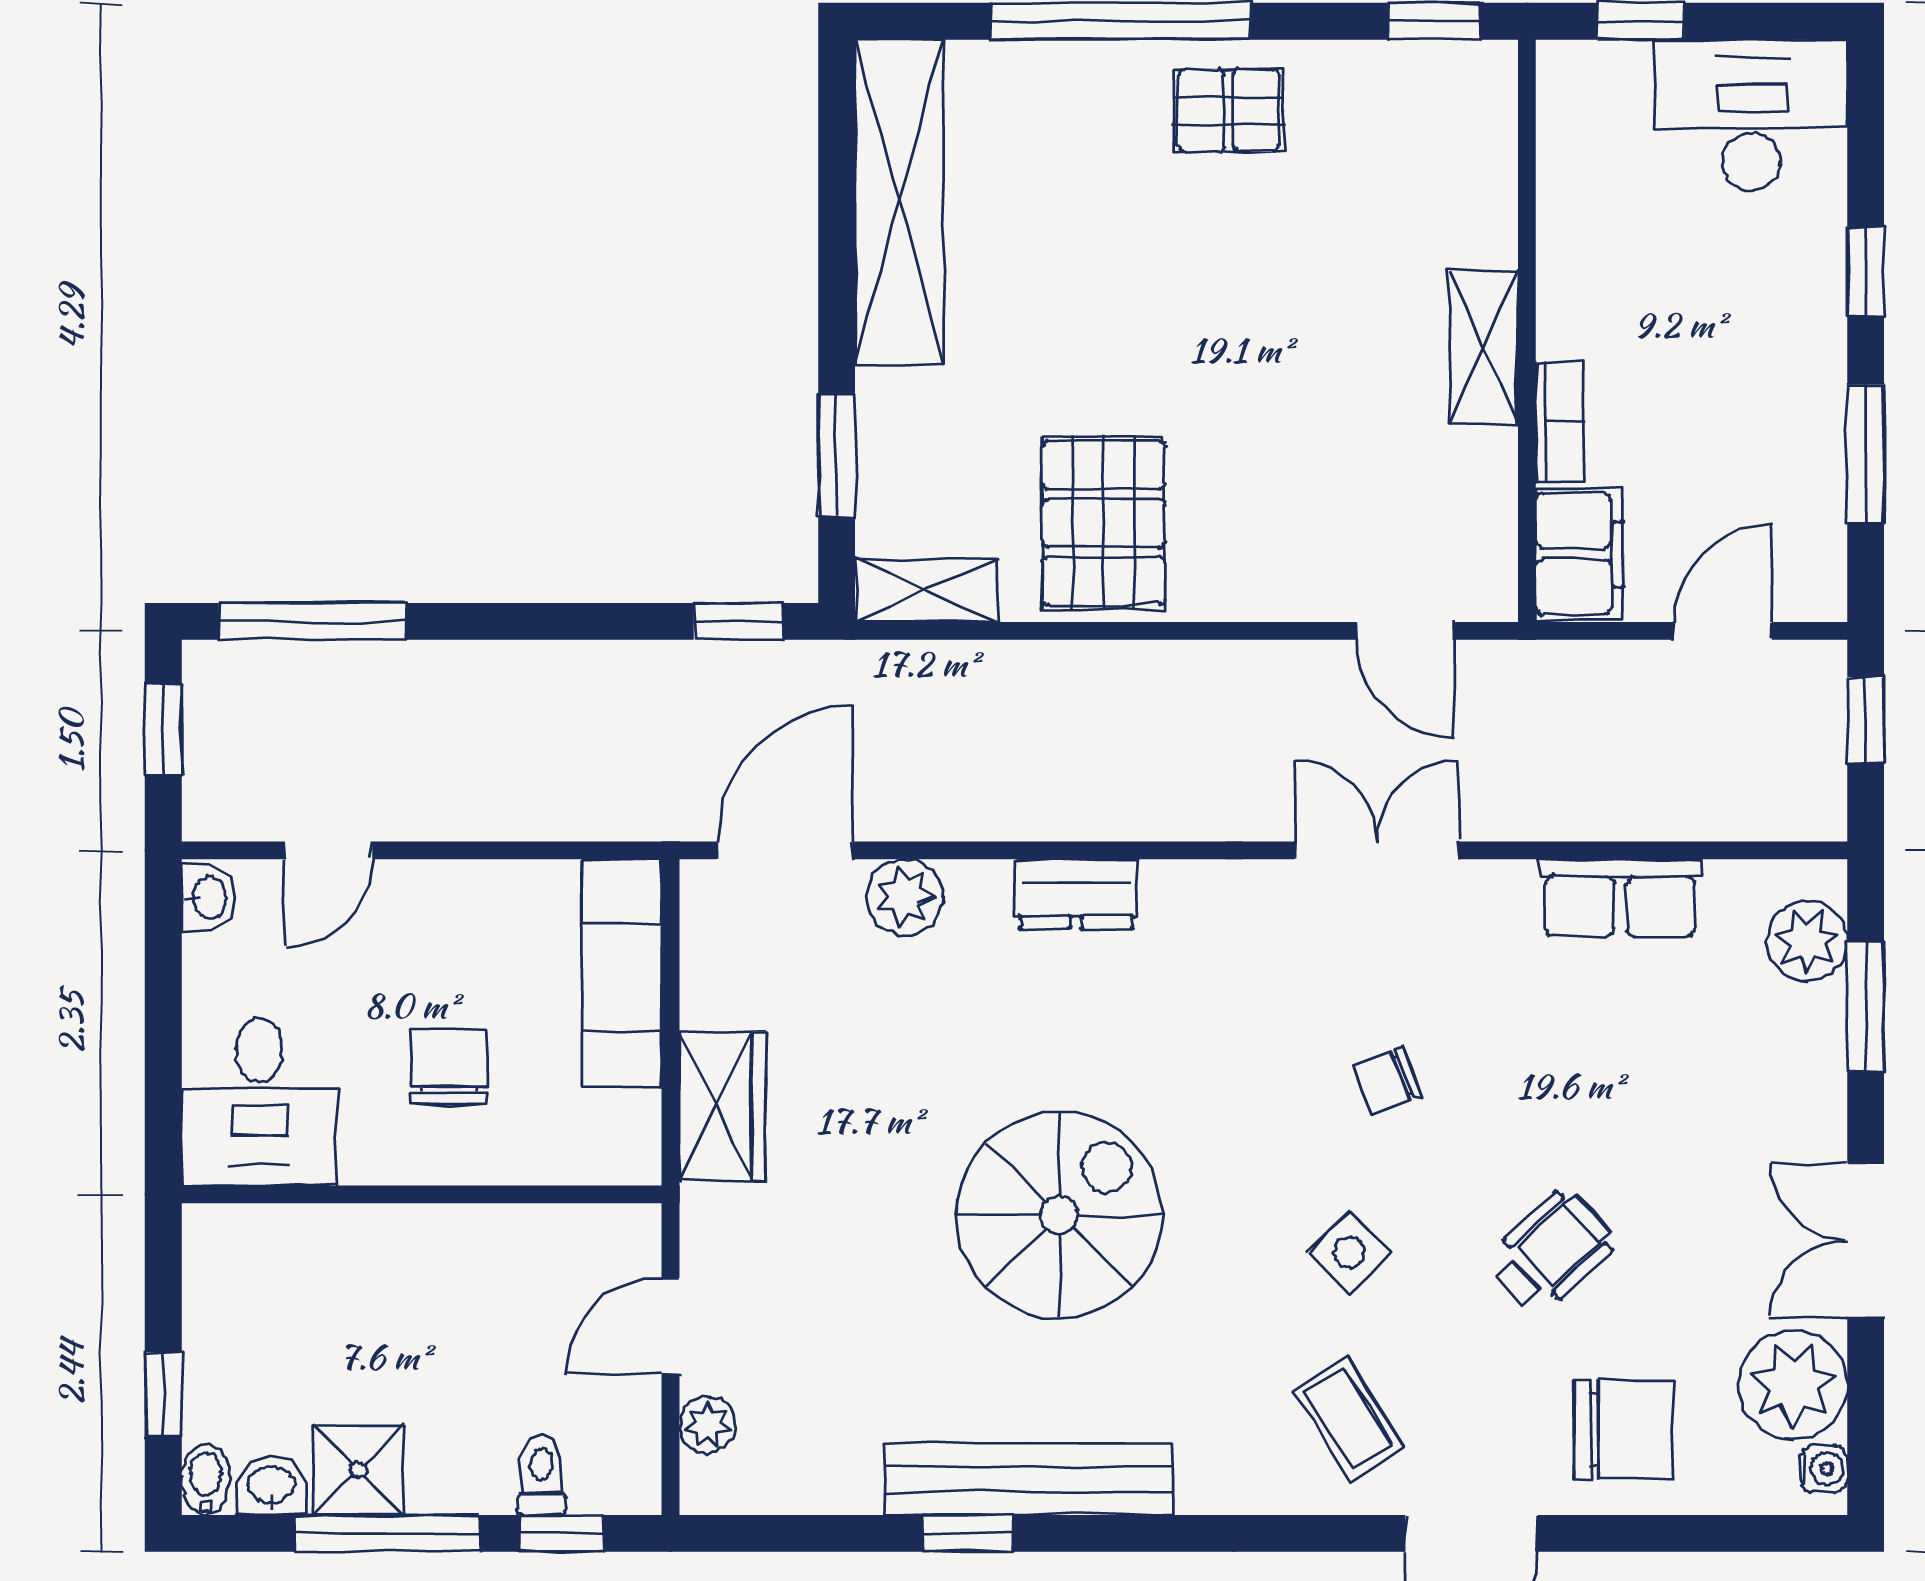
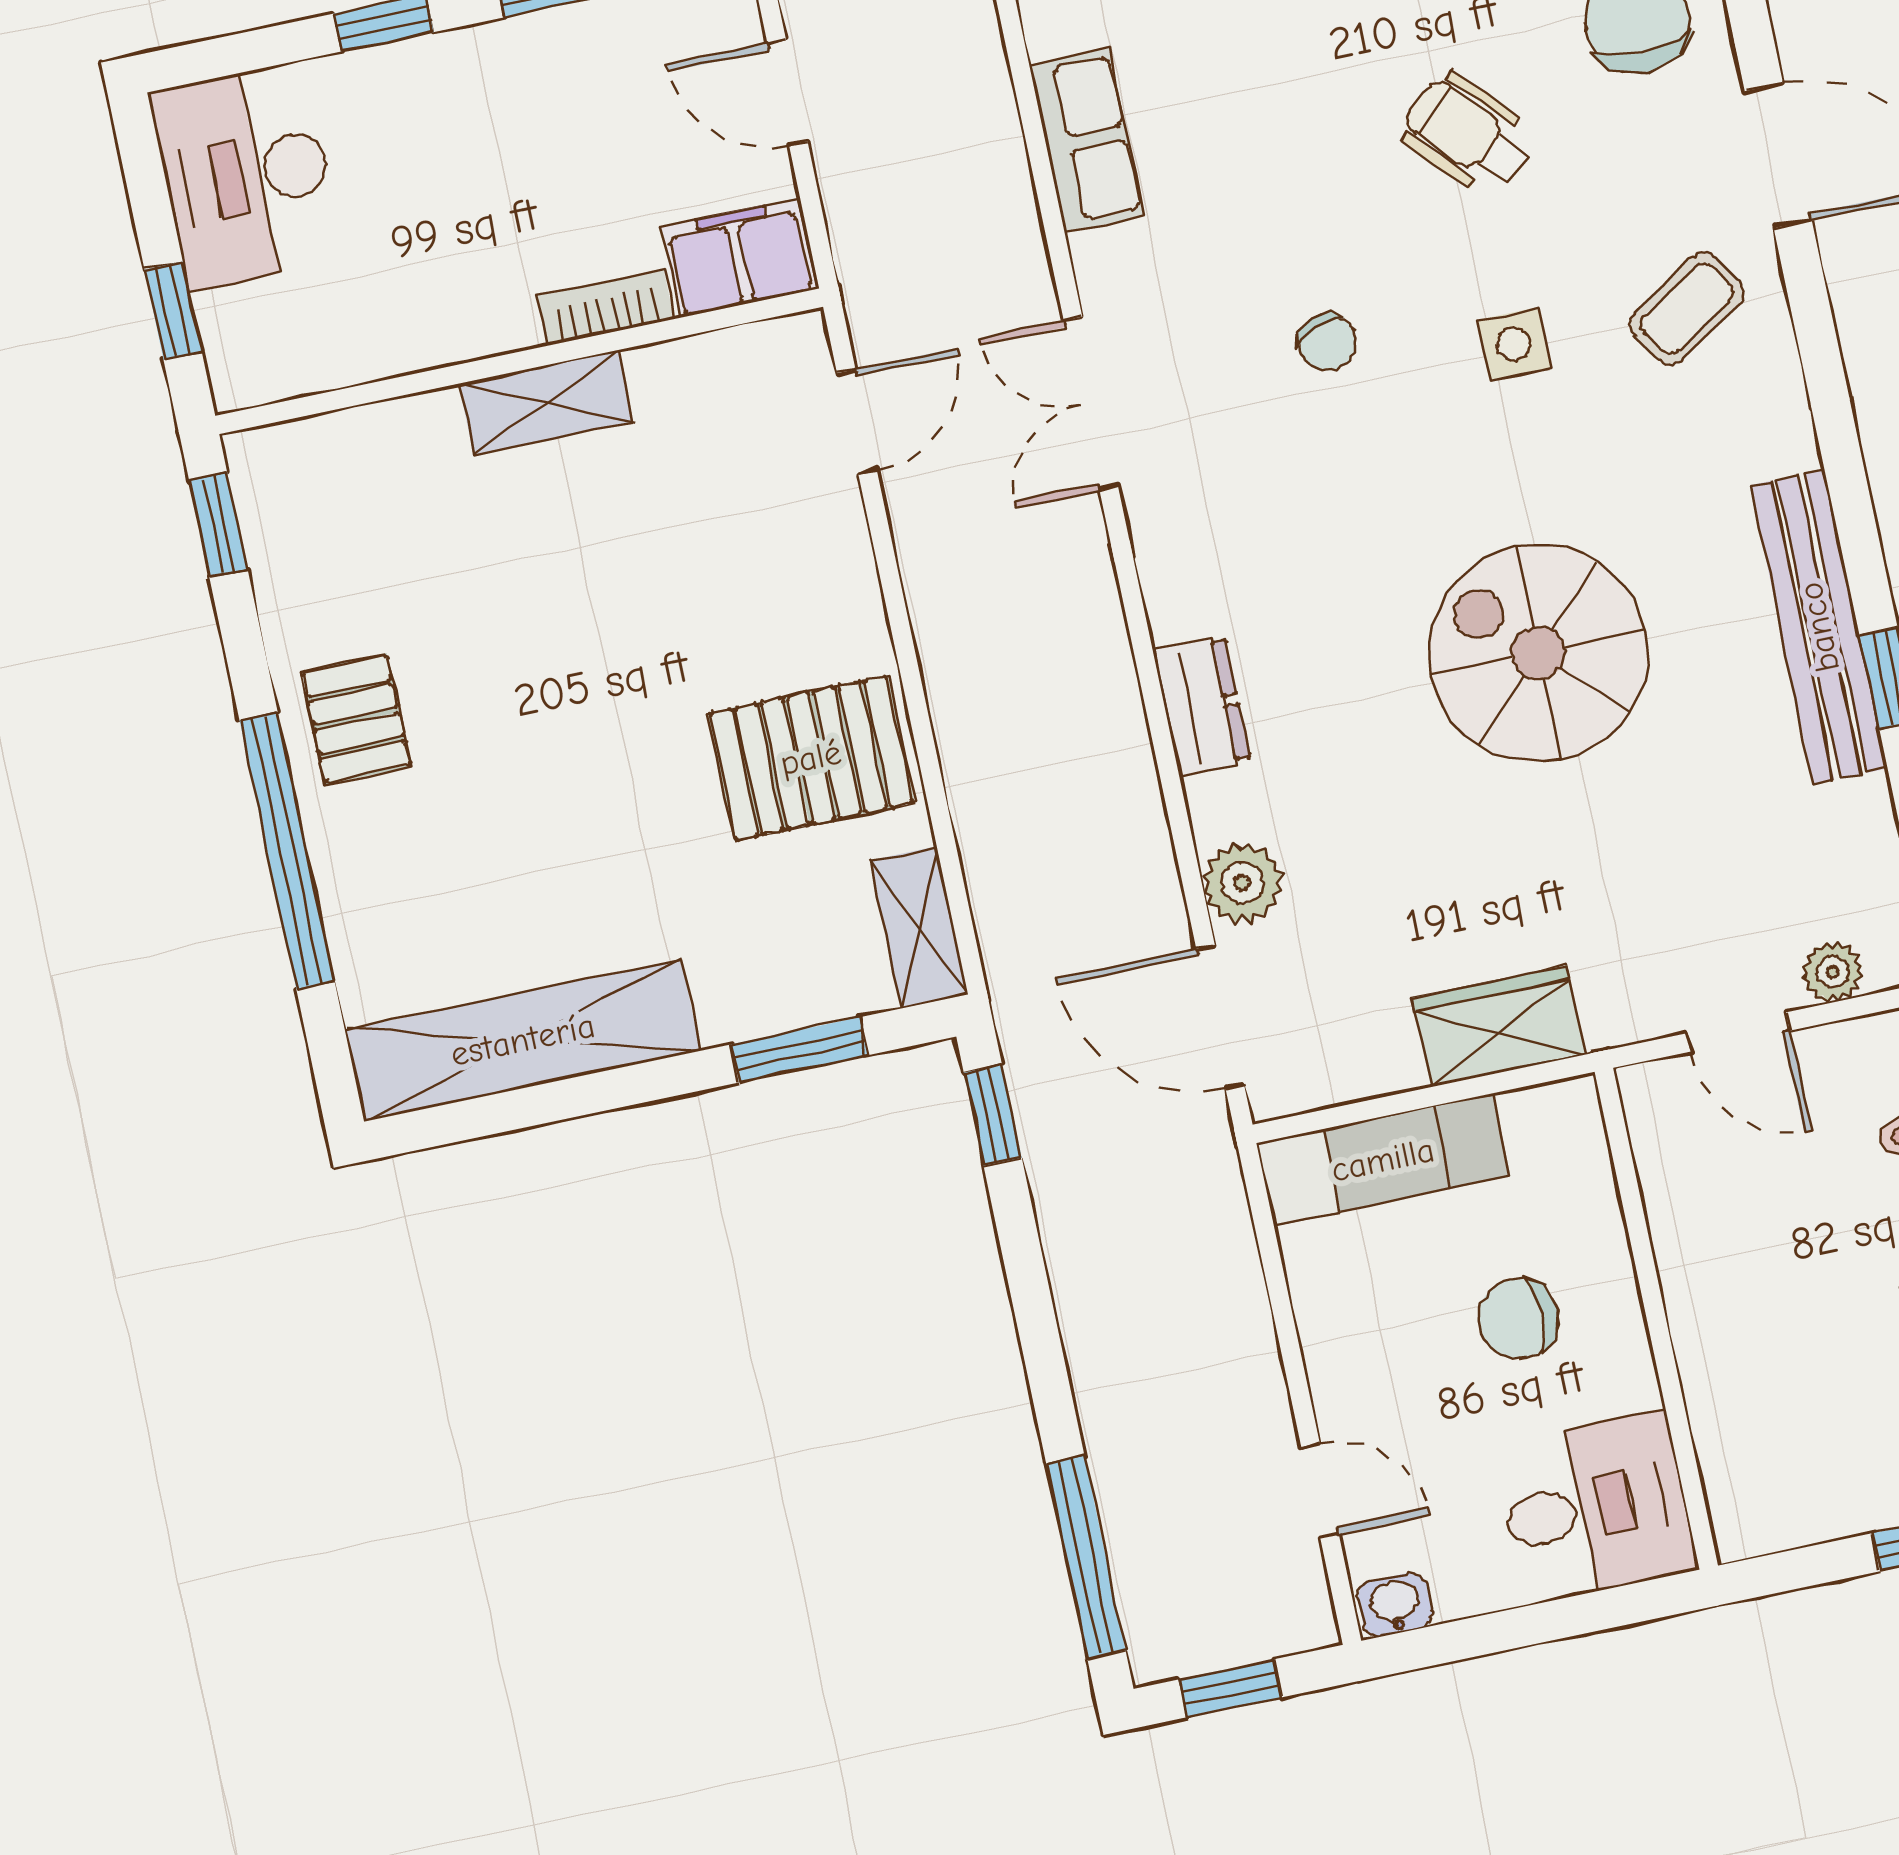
side table: (1349, 1252) -> (1514, 344), turned 45

